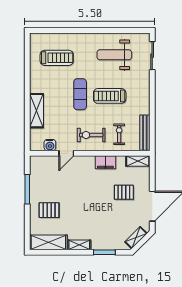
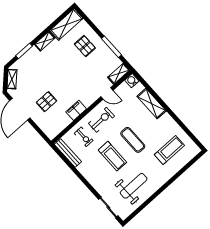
treadmill: (57, 58) -> (169, 150), turned 180
treadmill: (110, 96) -> (112, 156), turned 90
water cooler: (50, 145) -> (132, 81), moved
door: (66, 153) -> (107, 93), swing flipped
shelving: (138, 161) -> (119, 74), moved
pallet: (49, 210) -> (85, 46), turned 90

